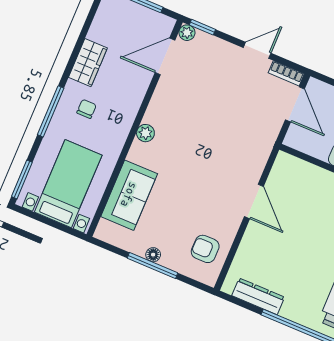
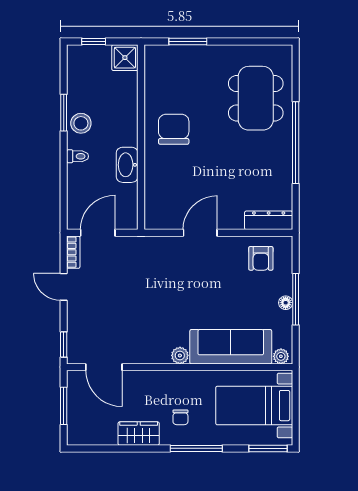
plant: (187, 33) -> (281, 356), moved
chair: (87, 109) -> (180, 417), turned -90
sofa: (129, 195) -> (231, 347), width x1.36
dresser: (258, 296) -> (269, 220), moved, turned 90

